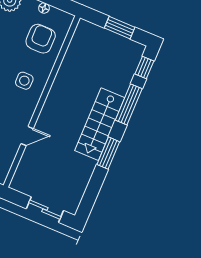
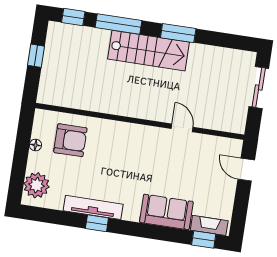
window: (120, 28) -> (36, 56), width x0.67
armchair: (41, 39) -> (70, 140), turned 180
side table: (24, 81) -> (122, 146), removed

